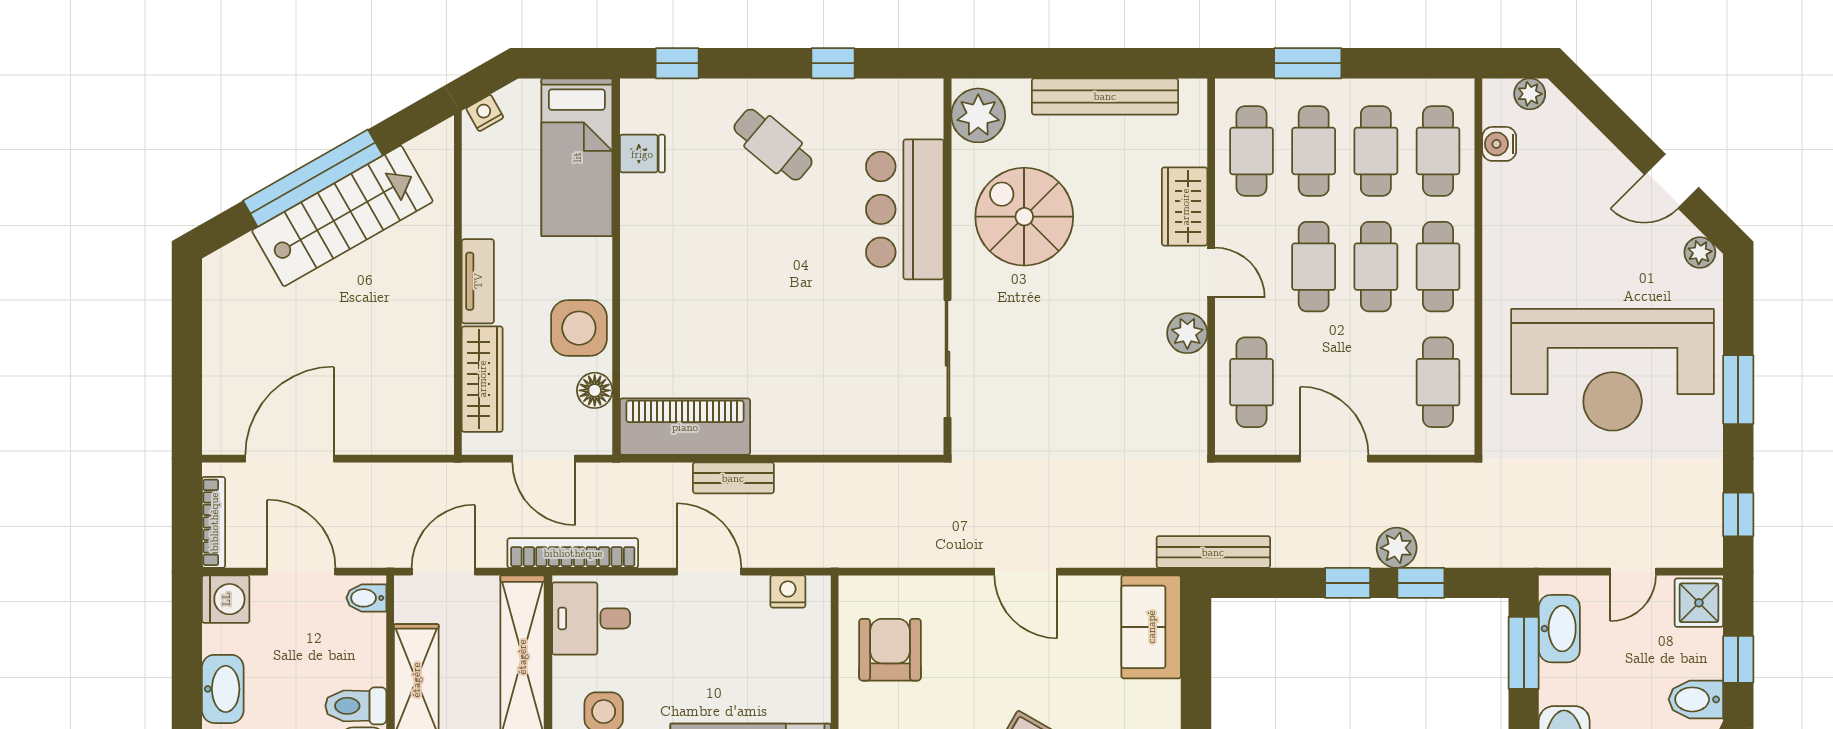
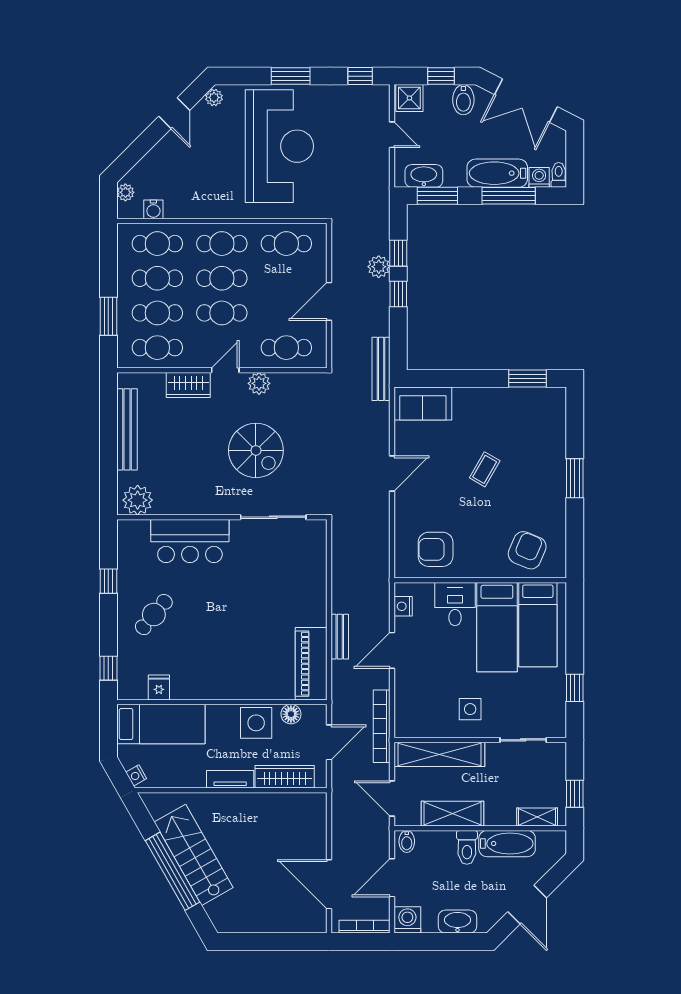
spiral stairs: (1024, 217) -> (256, 450), moved, turned -90
desk: (591, 618) -> (455, 604), moved, turned 180

